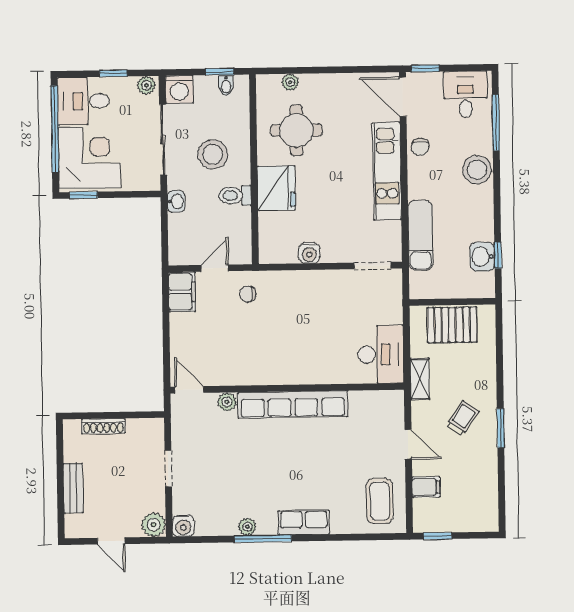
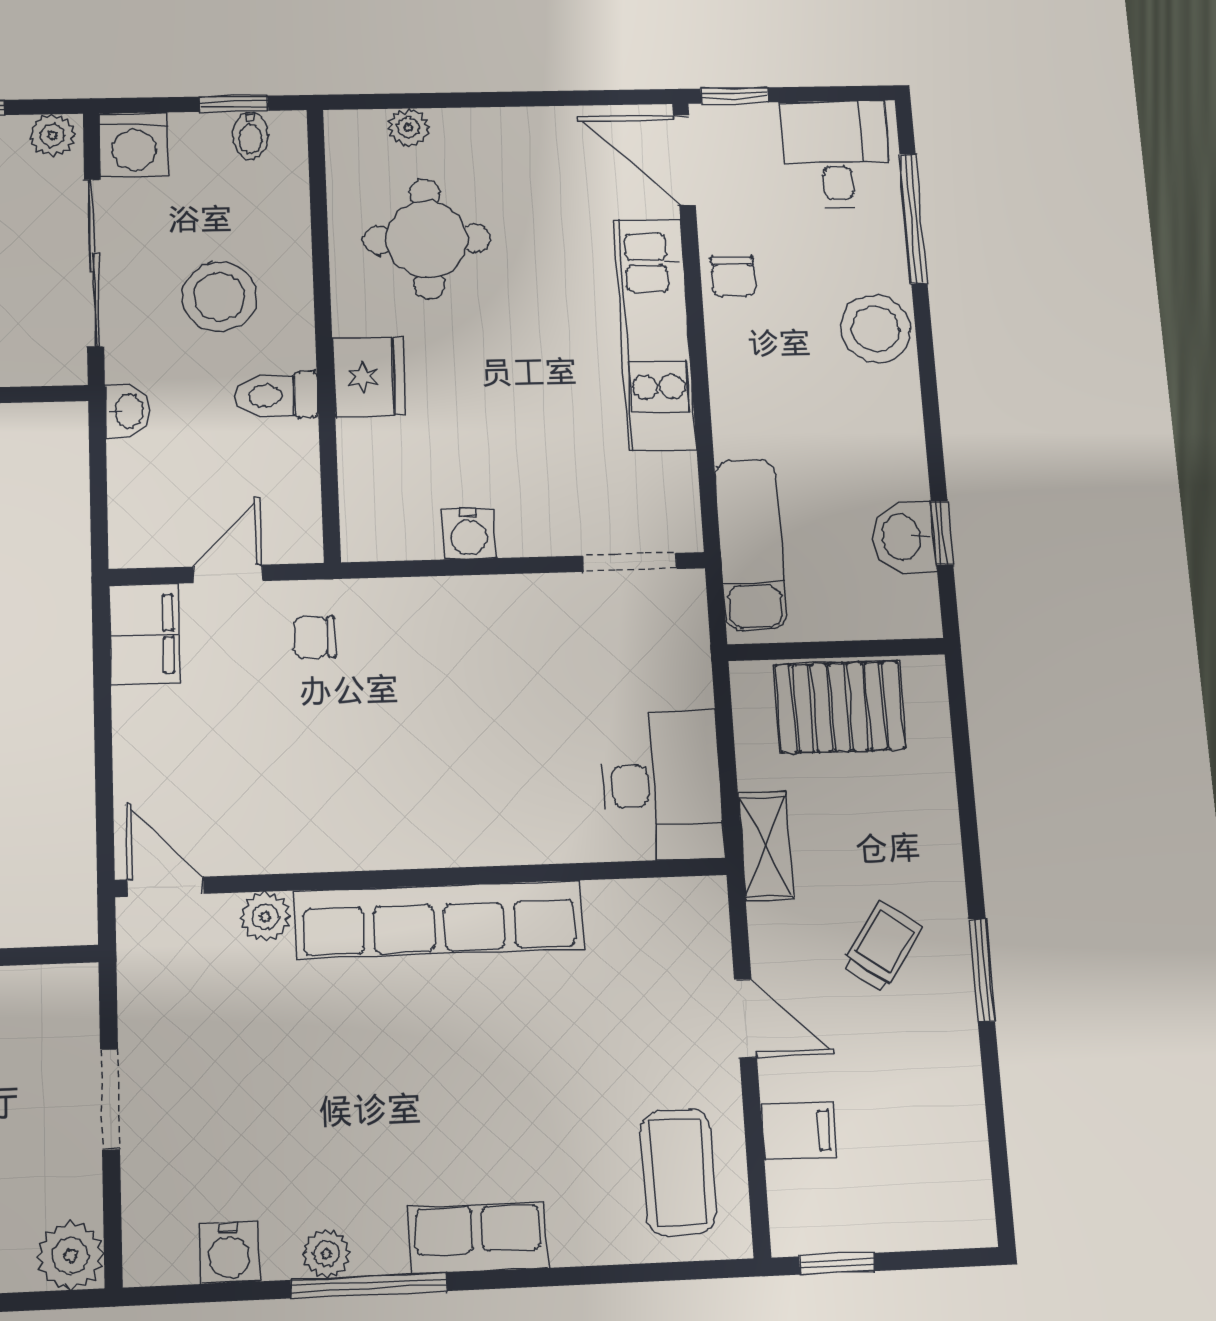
fridge: (276, 188) -> (369, 377), width x0.73, depth x0.75
exam couch: (420, 235) -> (751, 544), moved
water cooler: (183, 526) -> (229, 1252), moved

